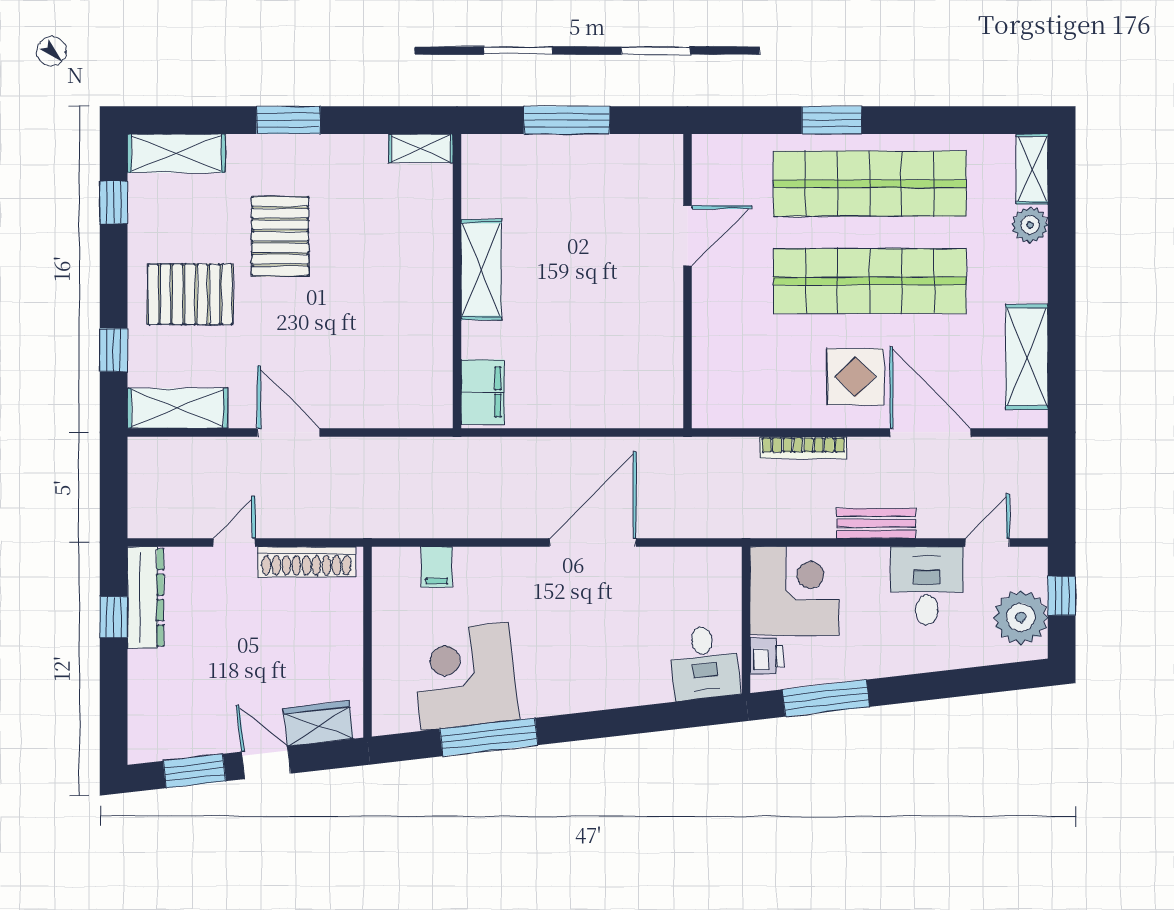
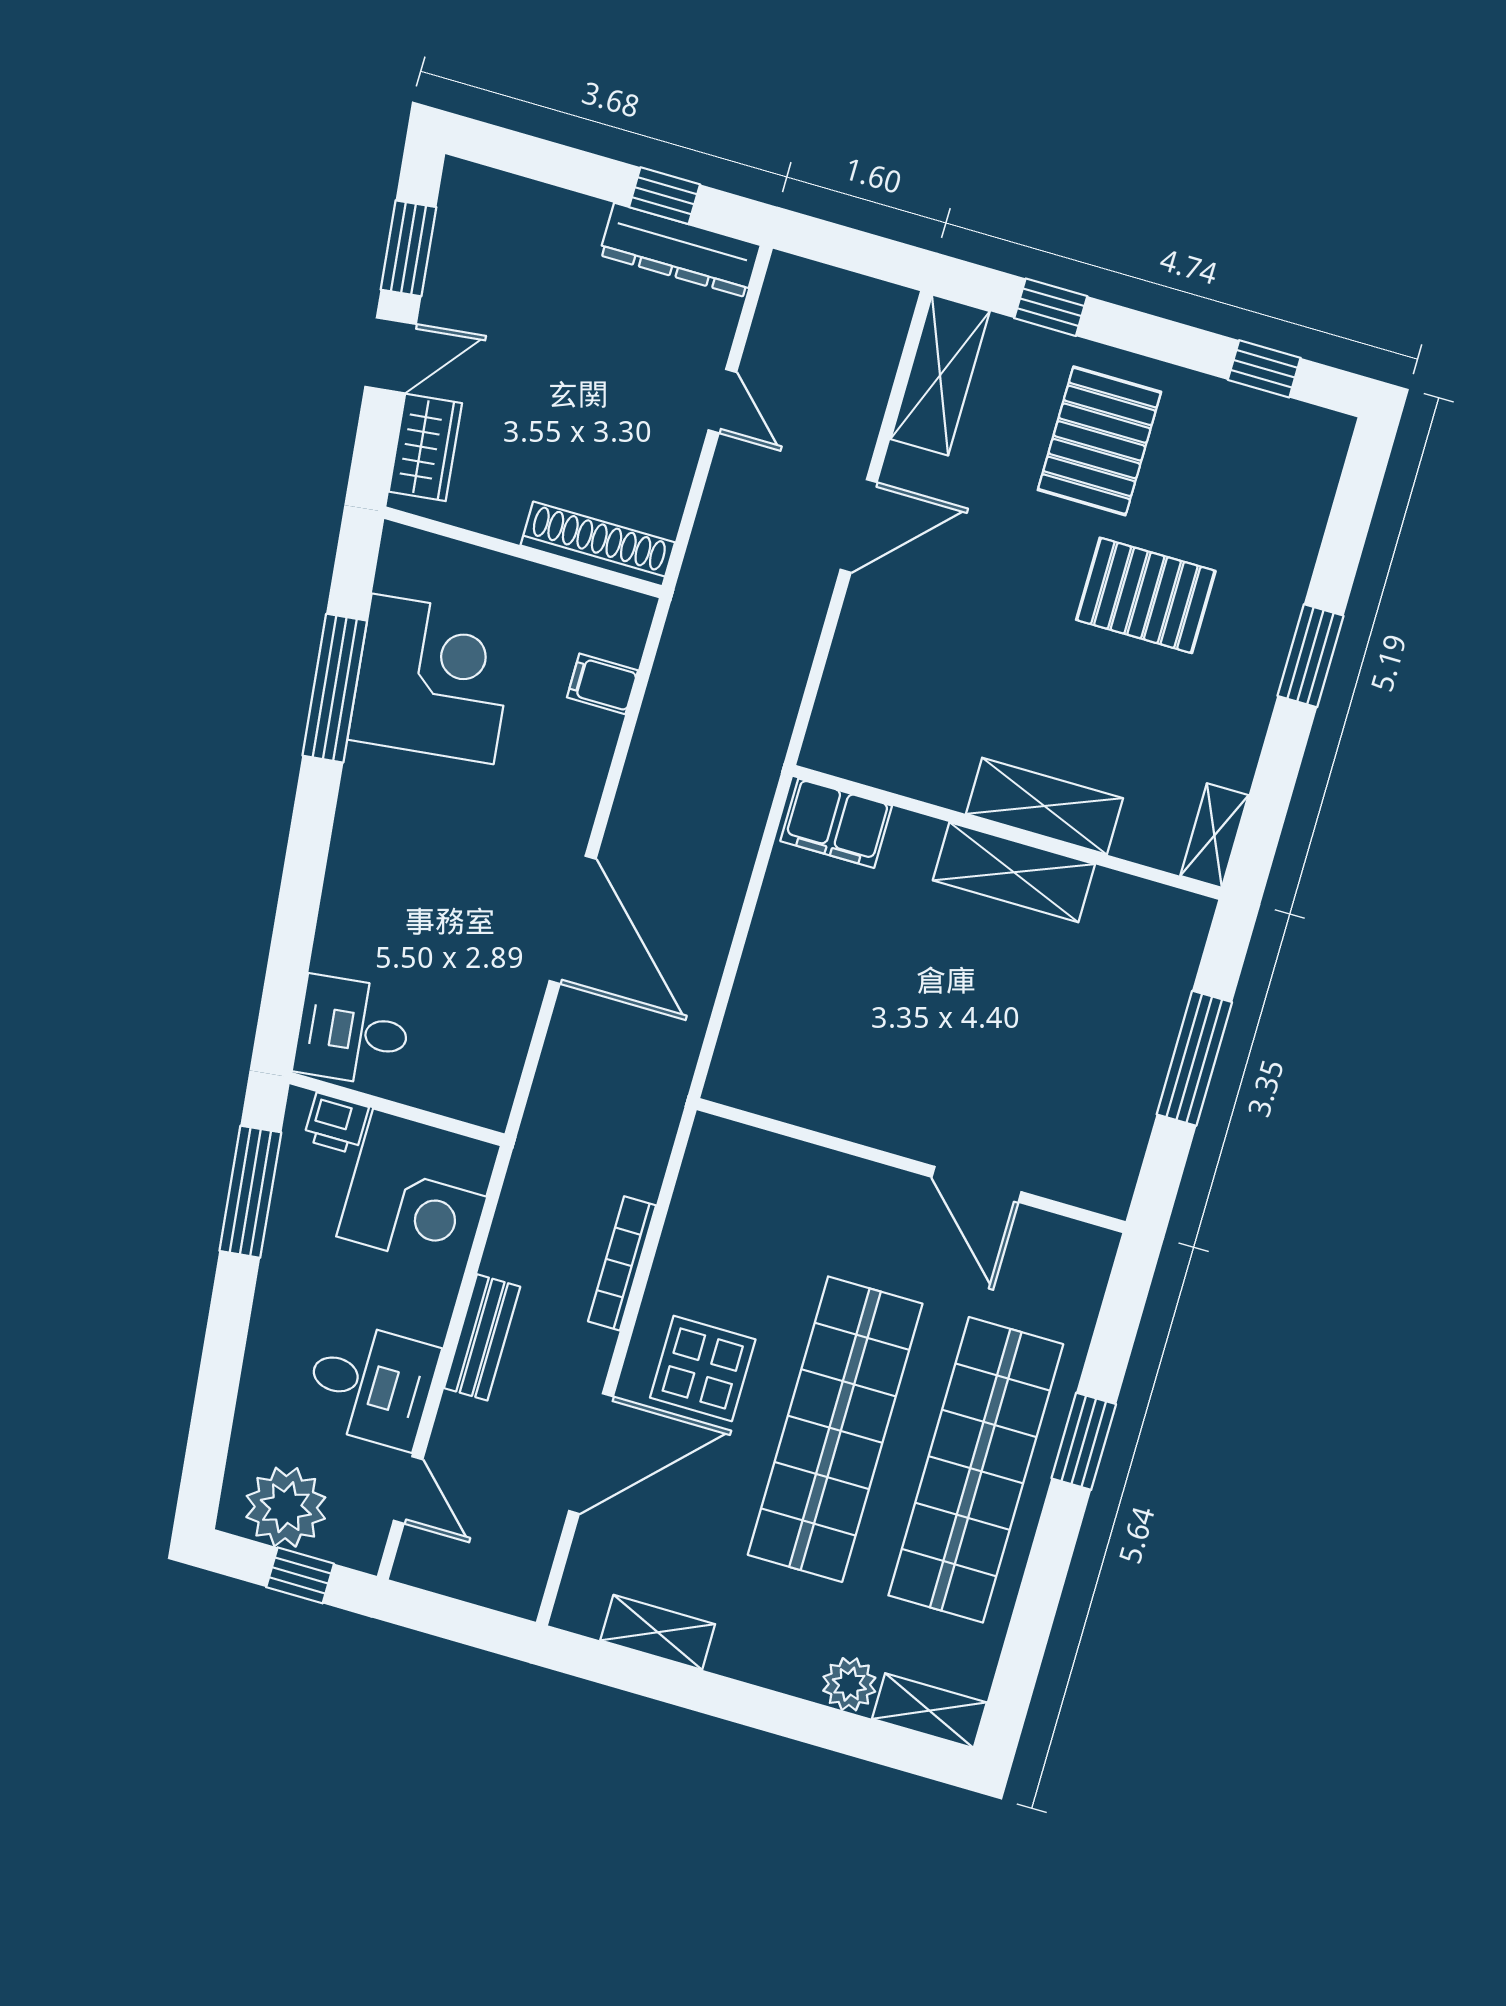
shelving: (176, 153) -> (1044, 806), moved, turned 90
shelving: (1027, 357) -> (658, 1632), width x0.67, depth x0.75
shoe rack: (306, 562) -> (598, 544), moved, turned 90

